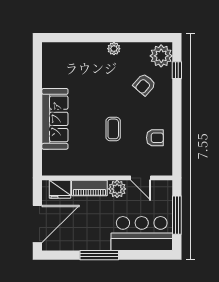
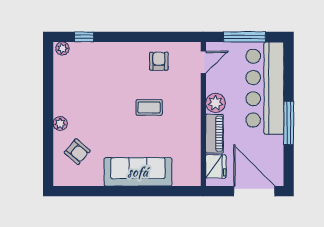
plant: (114, 49) -> (60, 124), moved
plant: (161, 56) -> (62, 48), width x0.53, depth x0.53
armchair: (144, 85) -> (77, 152), moved
door: (141, 178) -> (203, 62), moved
bar counter: (142, 234) -> (265, 88), width x1.36

